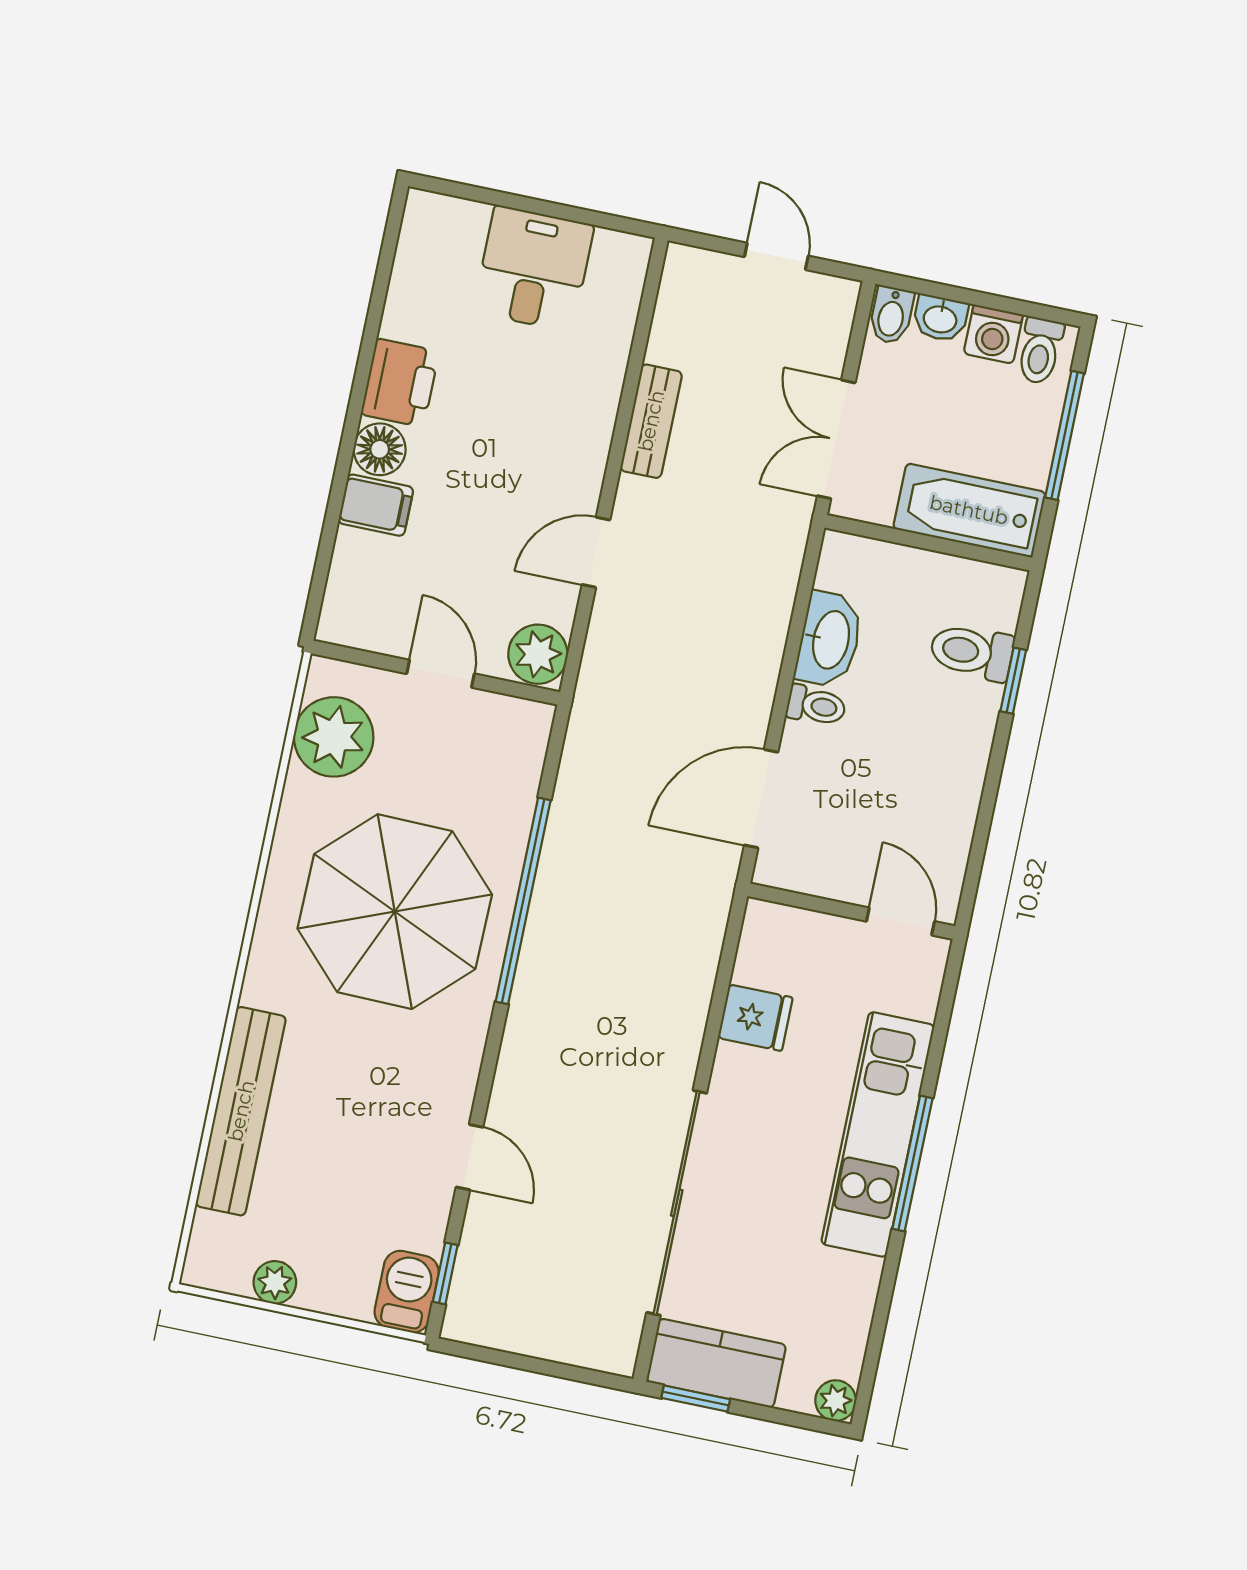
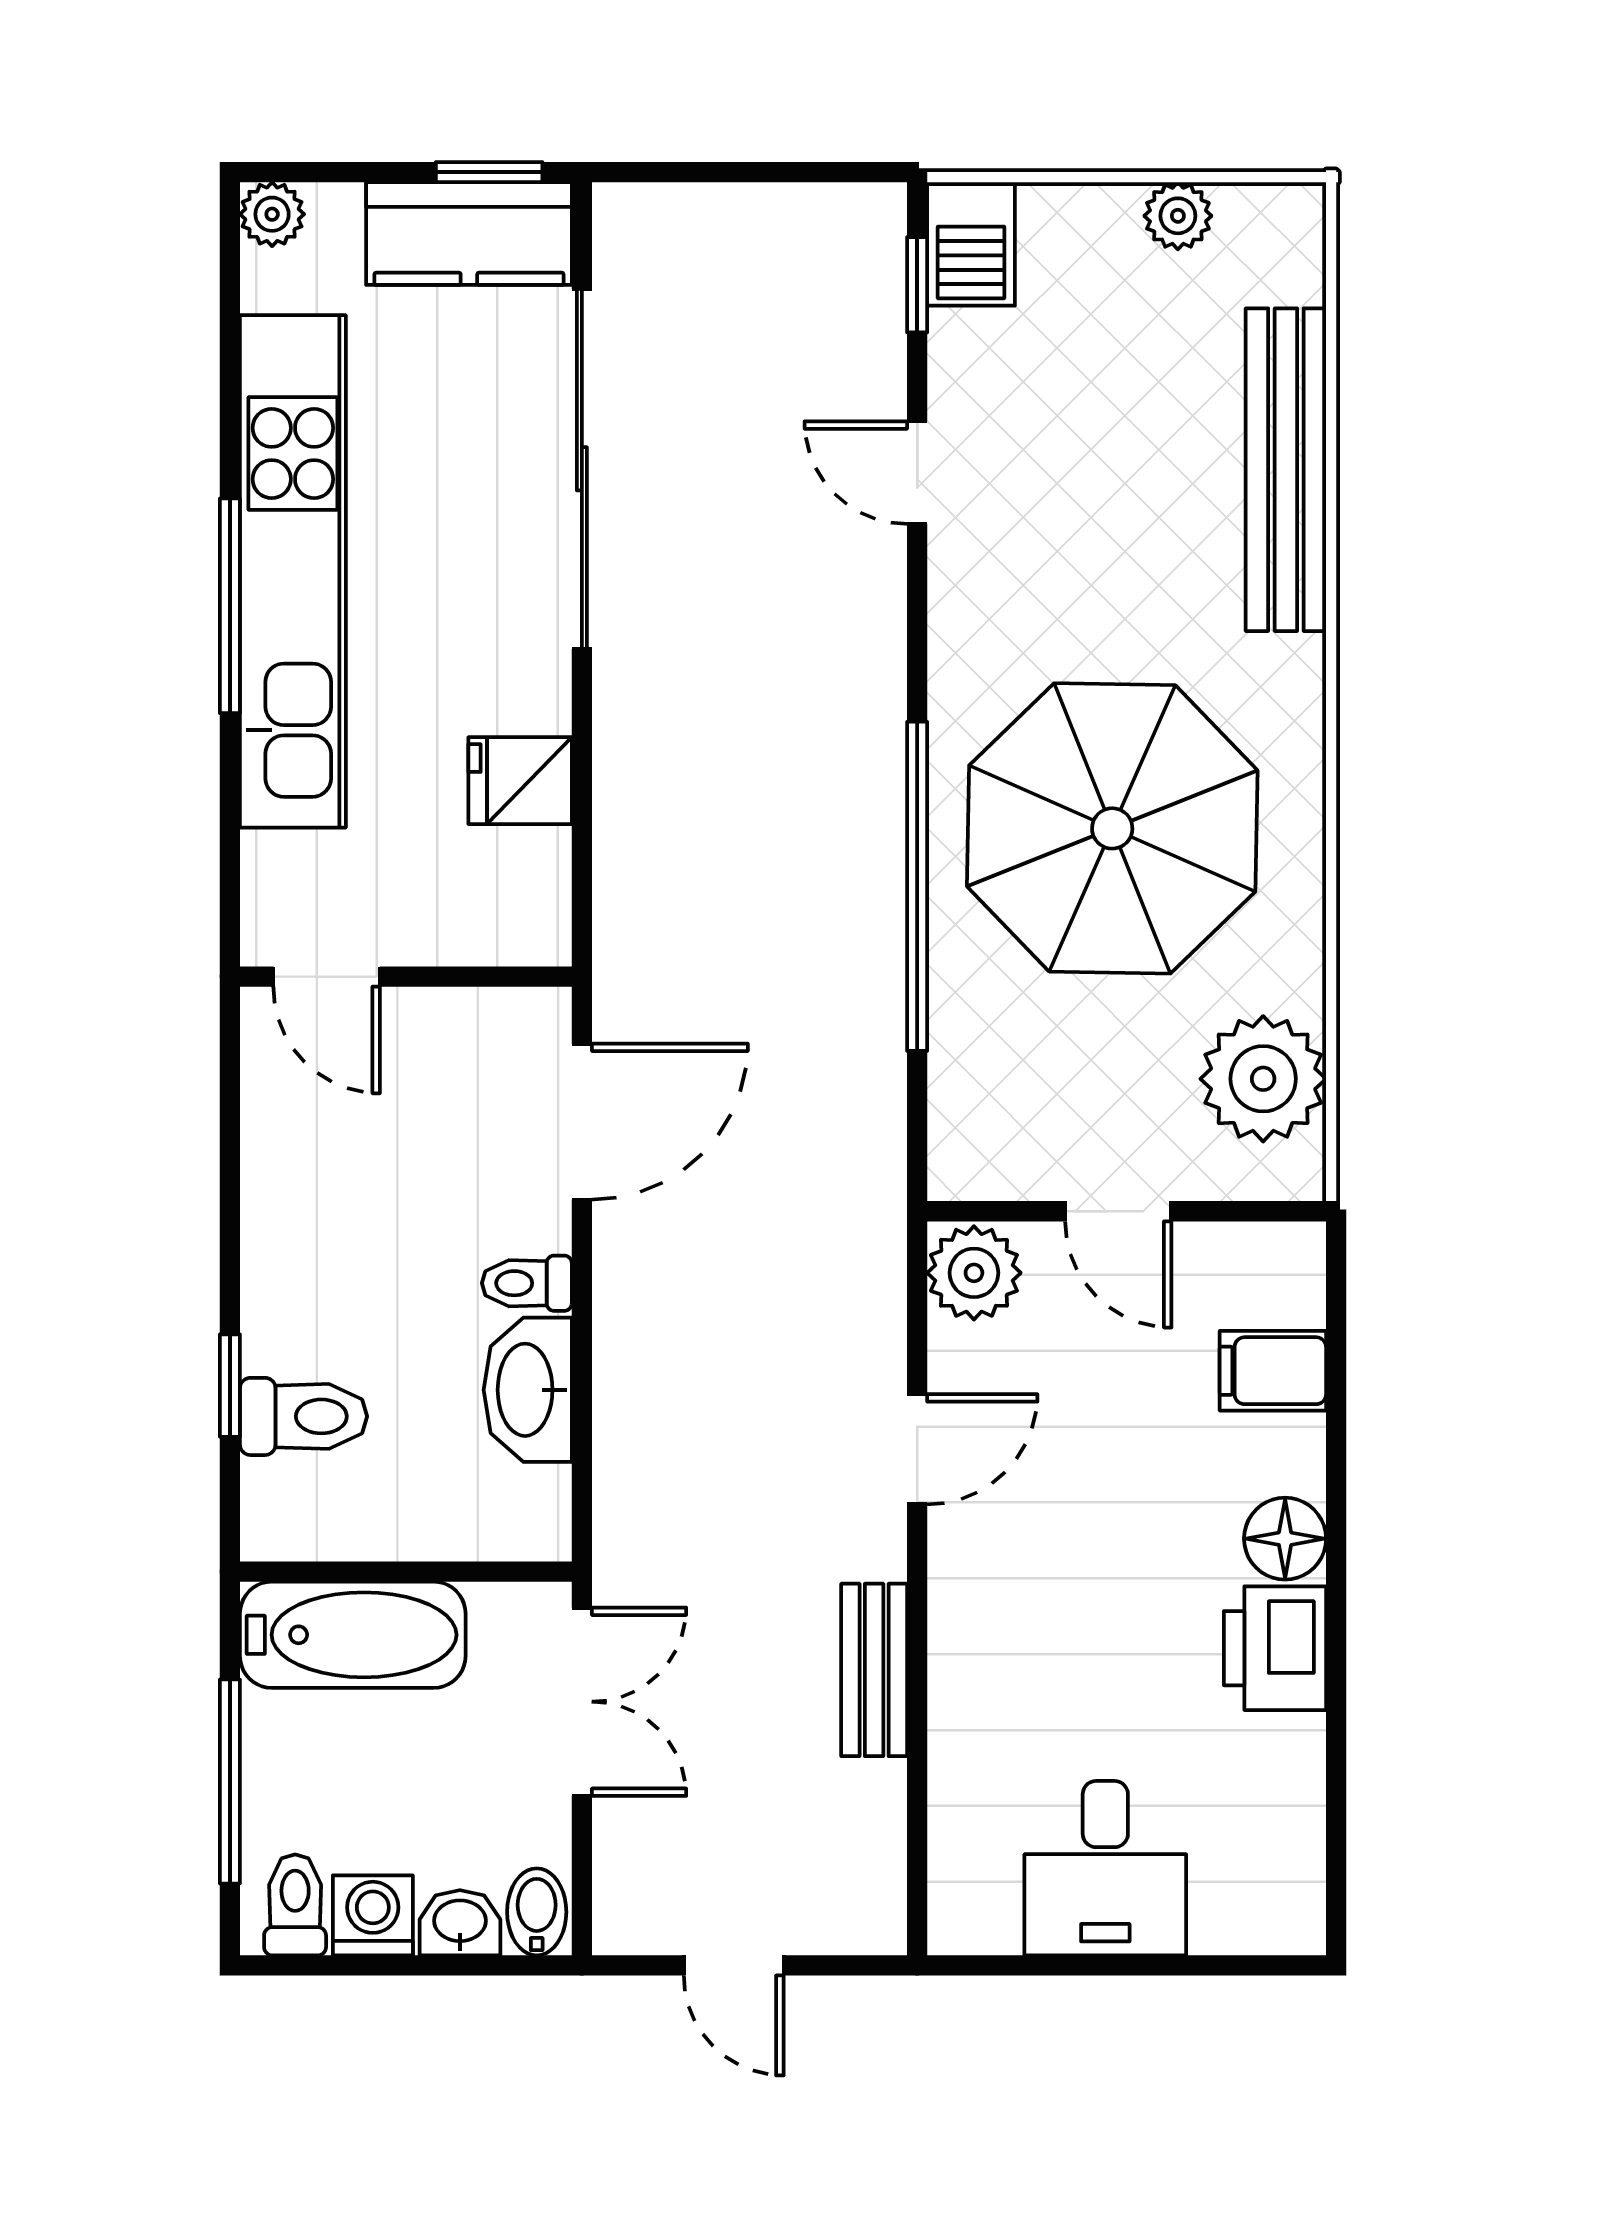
filing cabinet: (376, 505) -> (1273, 1371), moved
kitchen unit: (878, 1134) -> (293, 571), width x1.36

